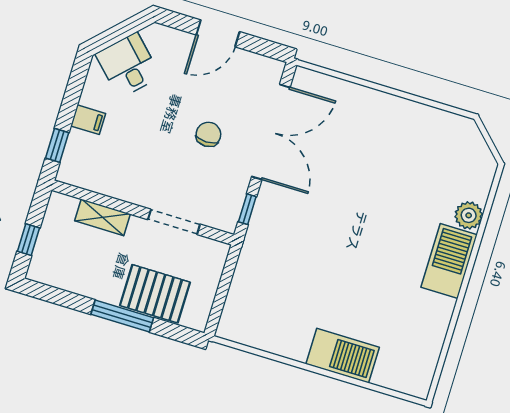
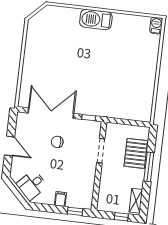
plant: (469, 215) -> (73, 14), removed
shelving: (102, 217) -> (136, 201), moved
barbecue: (343, 356) -> (156, 26), moved, width x0.53, depth x0.65

